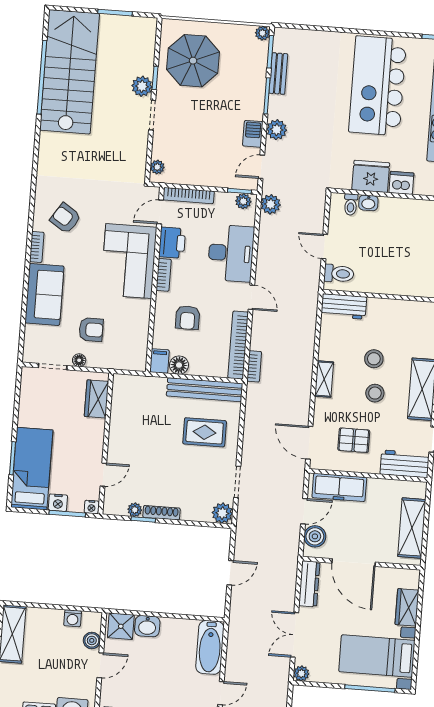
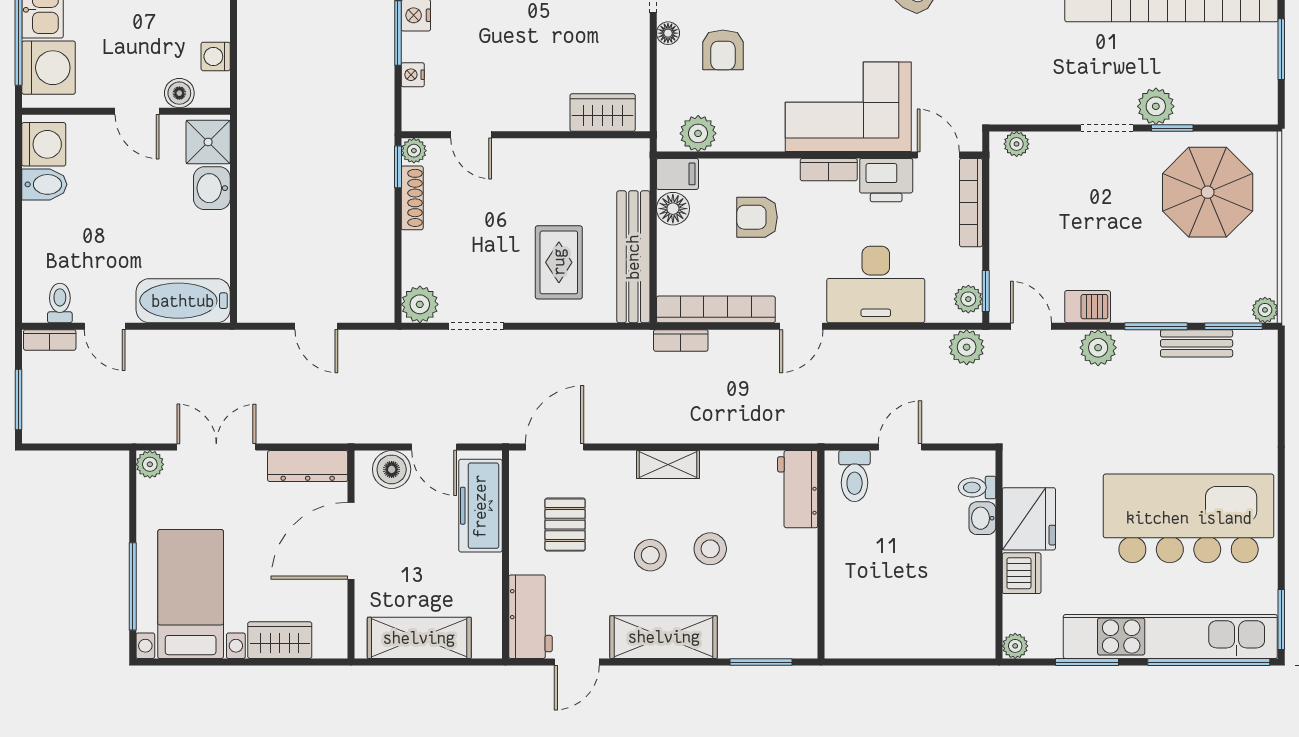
plant: (137, 348) -> (698, 133), added
wardrobe: (97, 399) -> (603, 113), moved
wall: (106, 444) -> (526, 135), moved
door: (103, 475) -> (471, 135), moved

